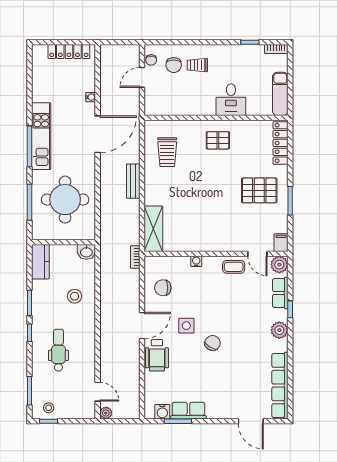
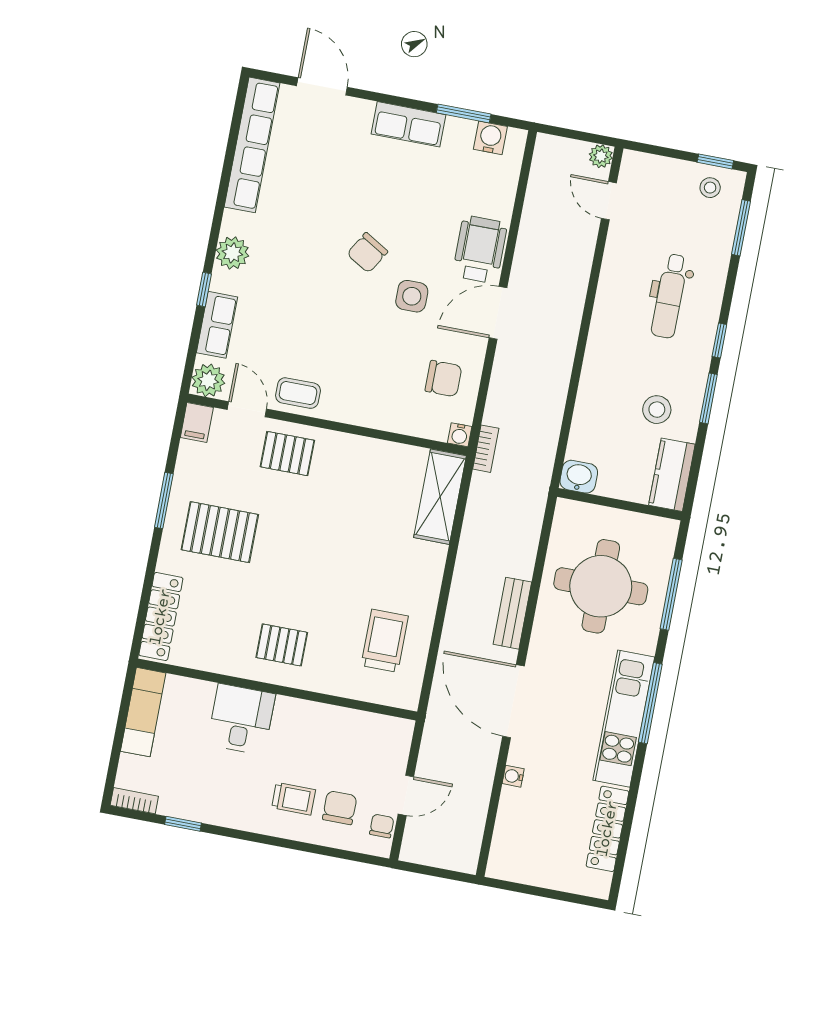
locker: (69, 52) -> (608, 829), moved, turned -90
door: (98, 134) -> (513, 701), hinge flipped
bench: (133, 181) -> (512, 613), moved
pallet: (233, 236) -> (287, 454), added
water cooler: (196, 261) -> (460, 435), moved
stool: (75, 296) -> (657, 410), moved
row of seats: (188, 411) -> (409, 124), moved

